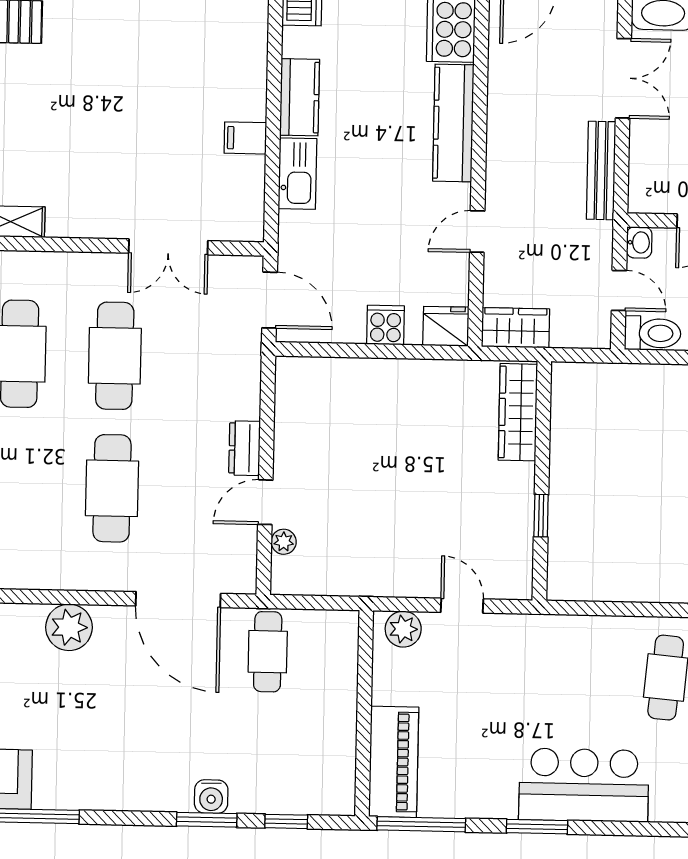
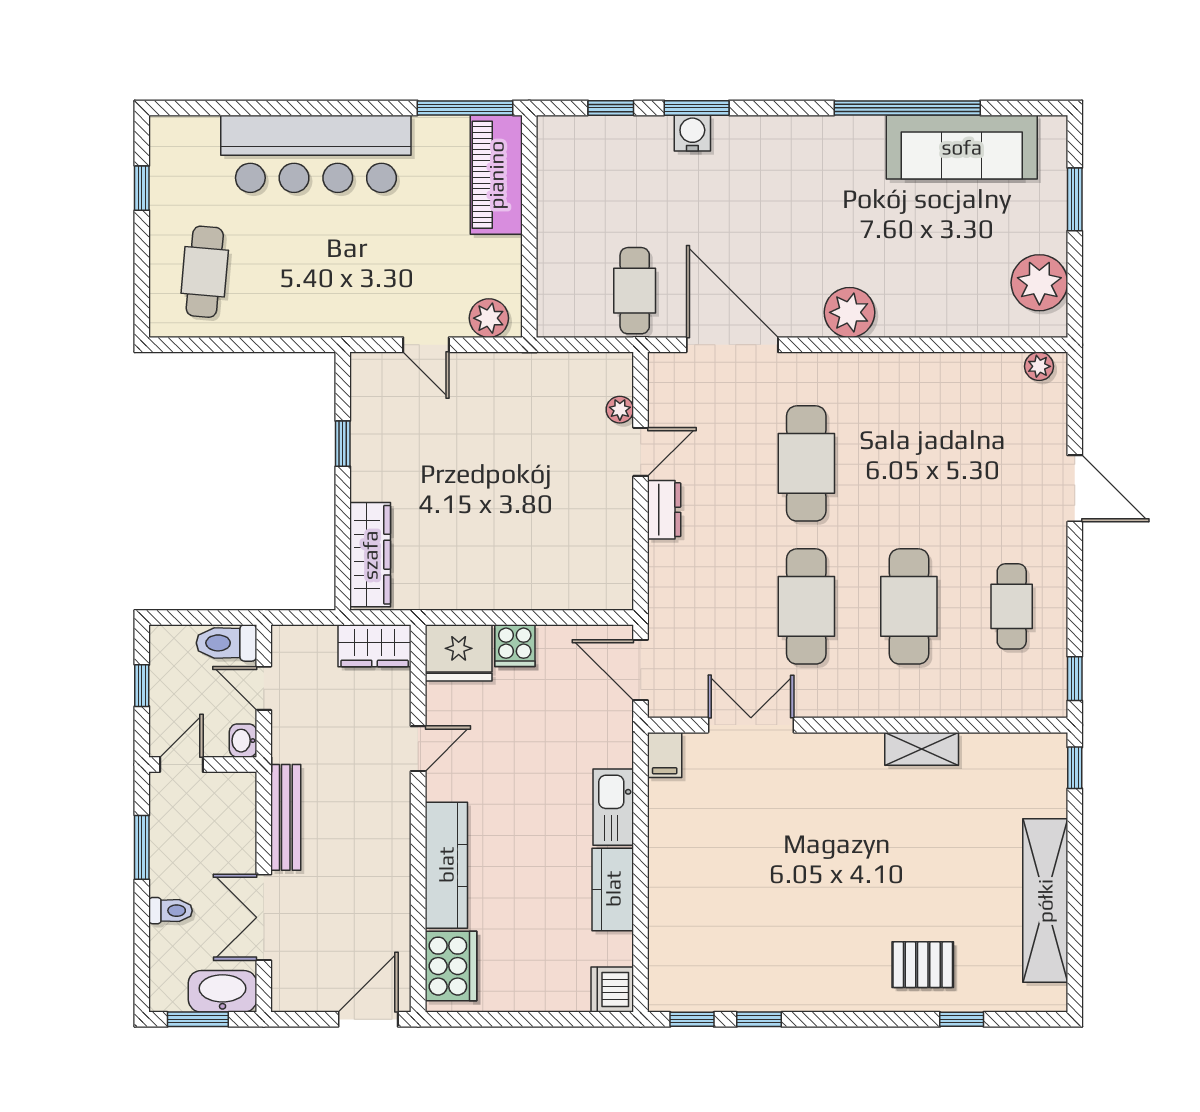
filing cabinet: (245, 138) -> (665, 755), moved, turned 90
fridge: (446, 326) -> (459, 653), width x1.36, depth x1.34
bar counter: (584, 785) -> (316, 154), width x1.36
window: (537, 827) -> (340, 108), removed

